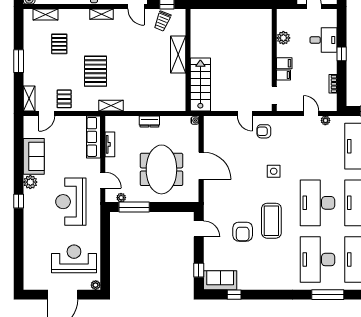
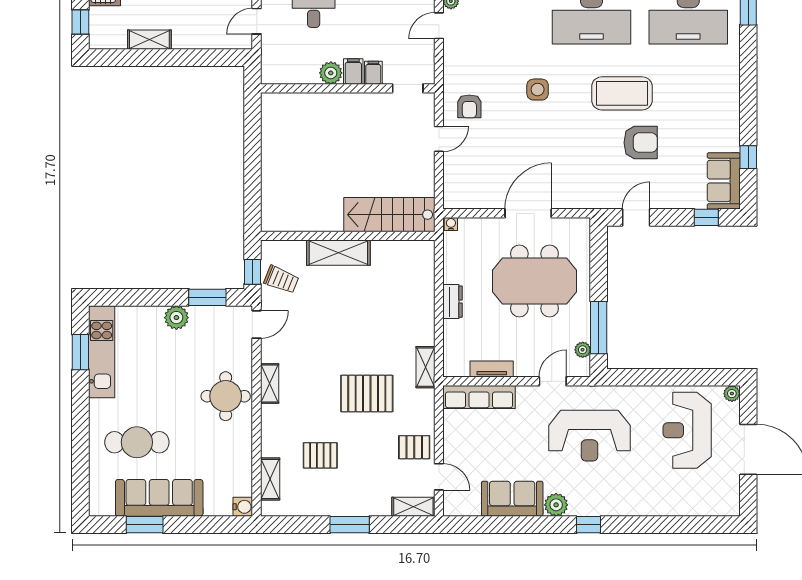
plant: (283, 38) -> (331, 73), moved

